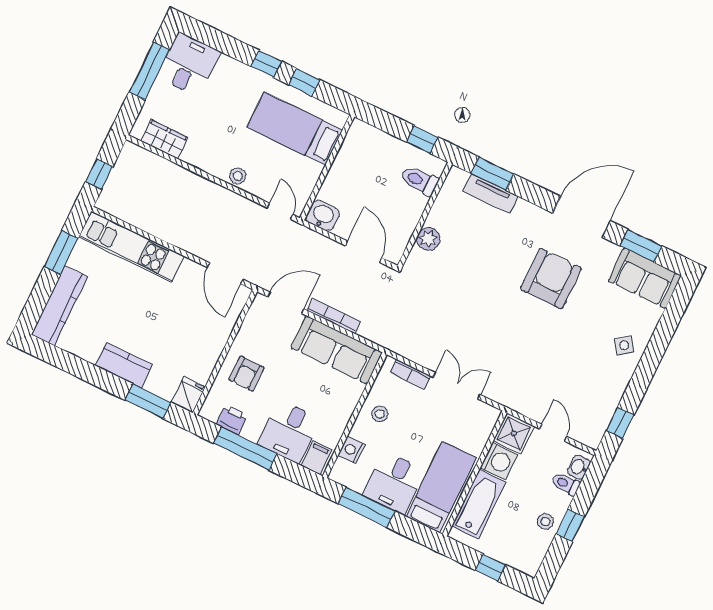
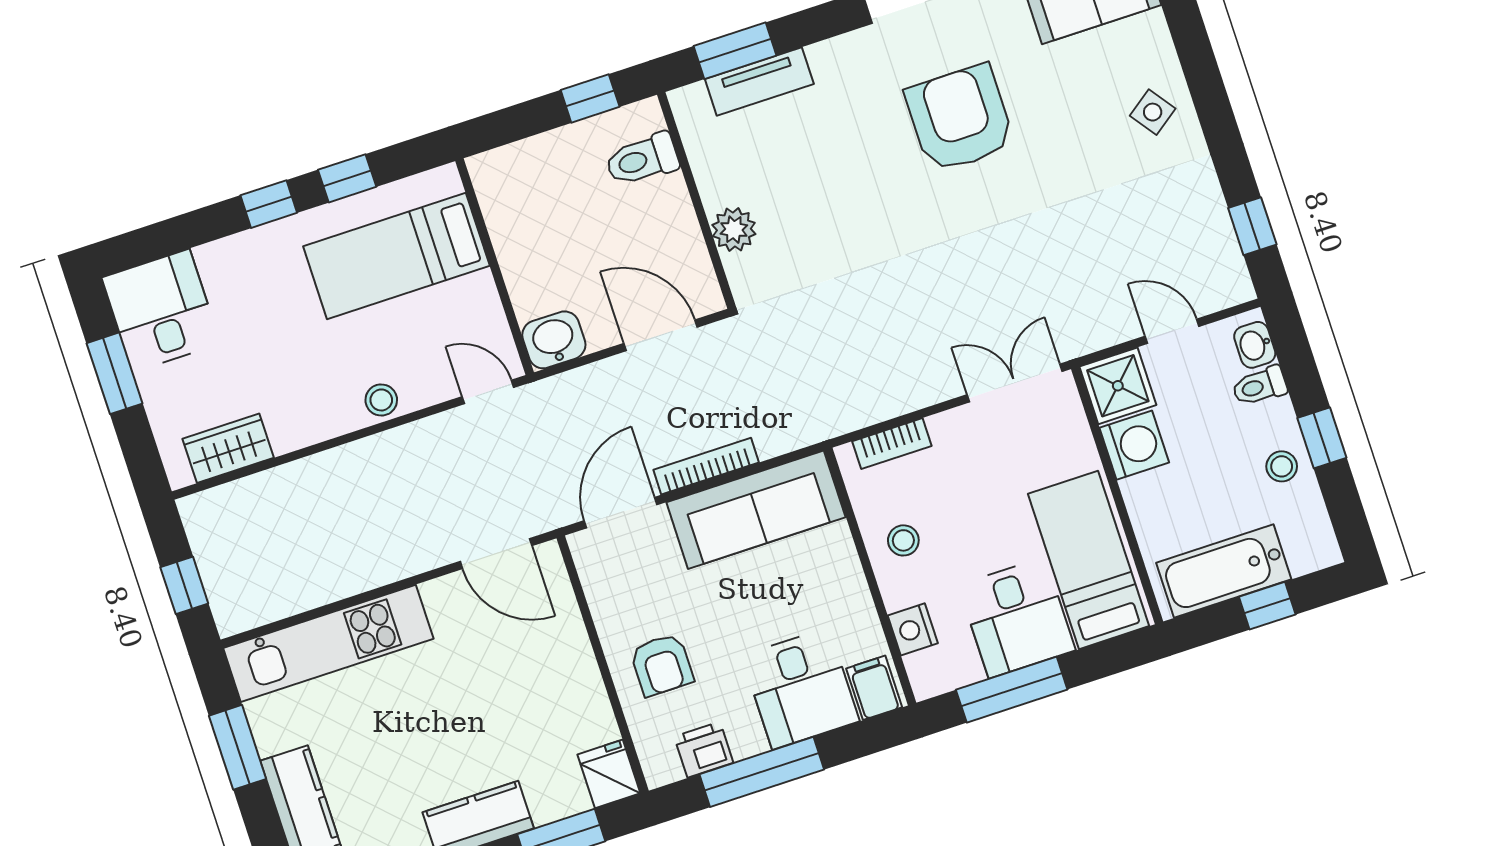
window: (149, 71) -> (115, 373), width x0.69
double door: (457, 386) -> (1015, 383), moved
bathtub: (479, 504) -> (1224, 571), moved, turned -90

